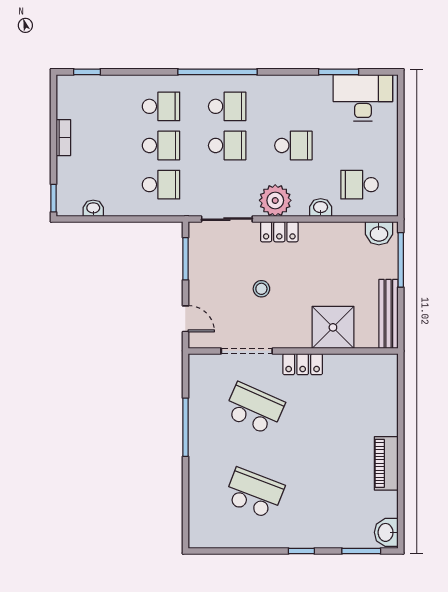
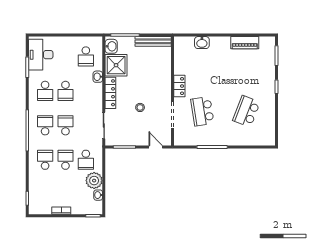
school desk: (293, 106) -> (45, 91), added
school desk: (293, 145) -> (65, 91), turned 180
school desk: (161, 185) -> (86, 160), turned 180
plant: (275, 200) -> (94, 181), moved
locker: (279, 232) -> (110, 93), width x1.53
door: (185, 319) -> (156, 147), hinge flipped
shower: (333, 327) -> (116, 65), moved
school desk: (254, 409) -> (202, 111), turned -33
piano: (386, 463) -> (245, 43), moved
washbasin: (386, 532) -> (202, 43), moved

